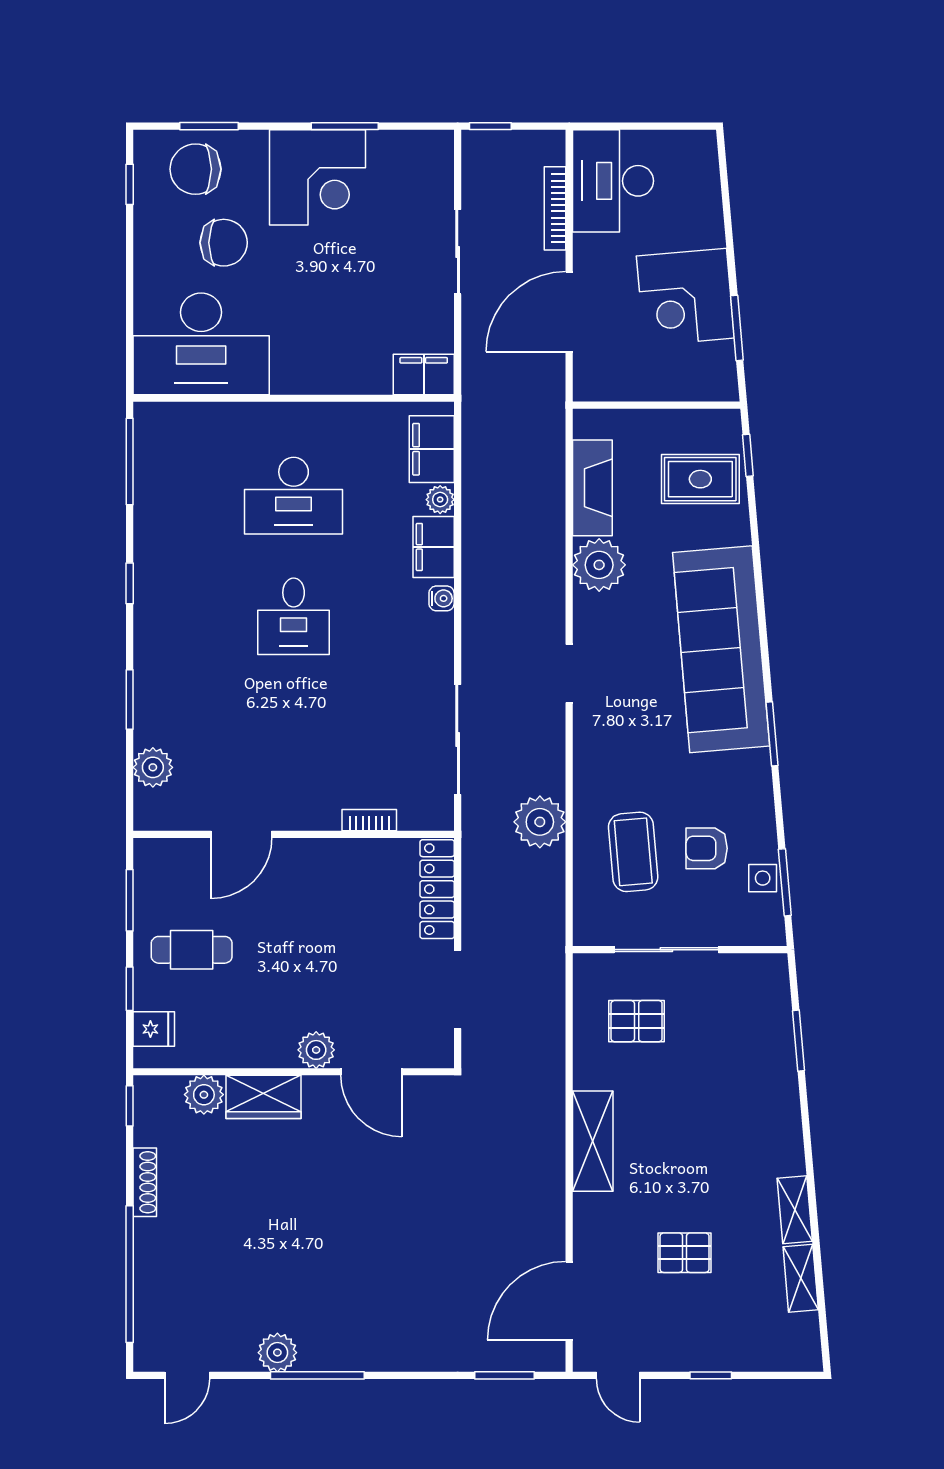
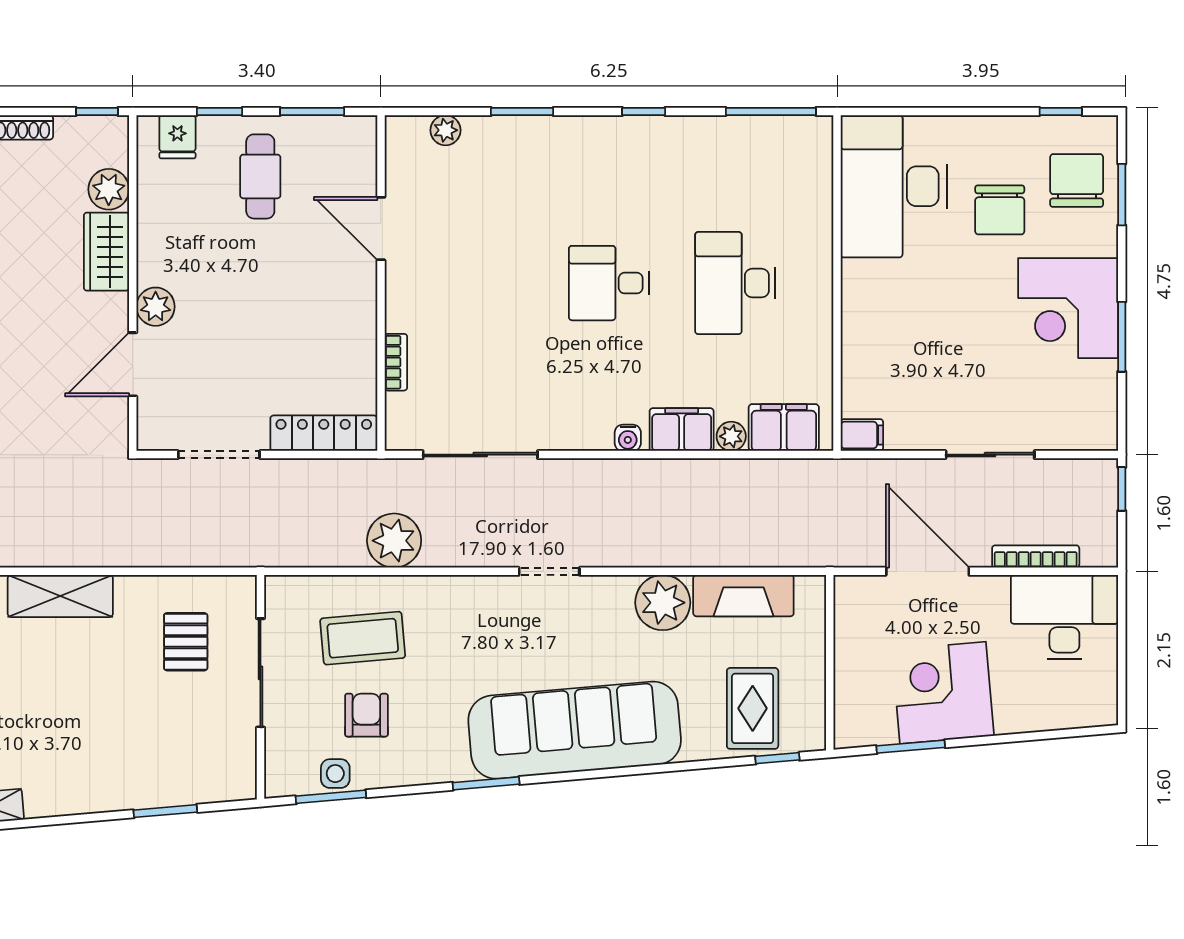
filing cabinet: (424, 374) -> (862, 435), width x0.50
plant: (153, 767) -> (445, 130), width x0.73, depth x0.73

